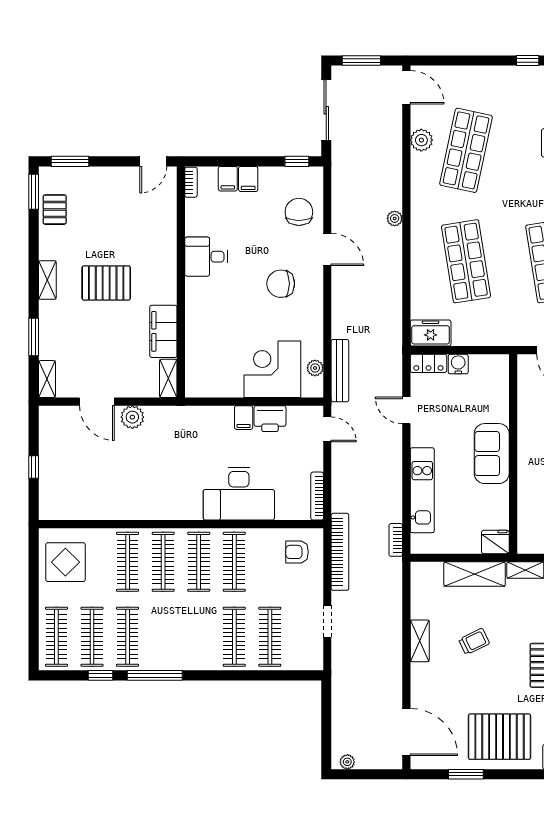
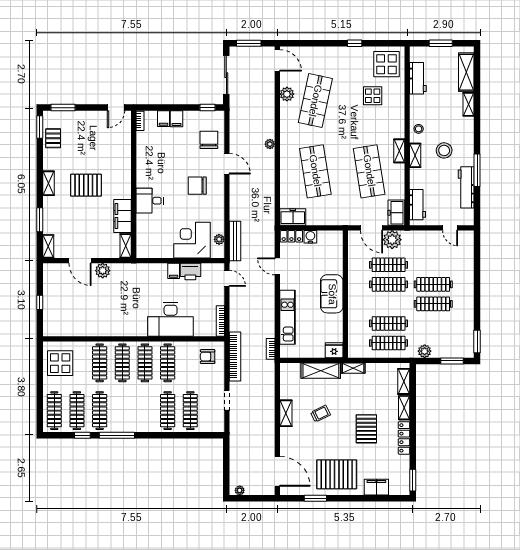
desk: (206, 257) -> (150, 201), moved

